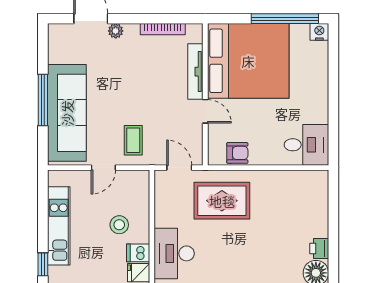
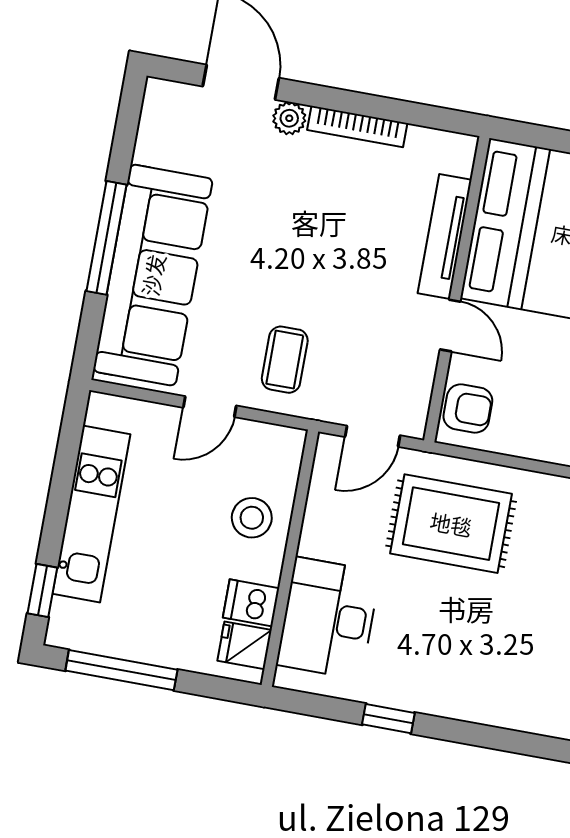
bookcase: (163, 29) -> (357, 127), moved
armchair: (237, 153) -> (468, 409), moved
door: (179, 168) -> (373, 436), swing flipped
stool: (119, 225) -> (252, 518), moved

